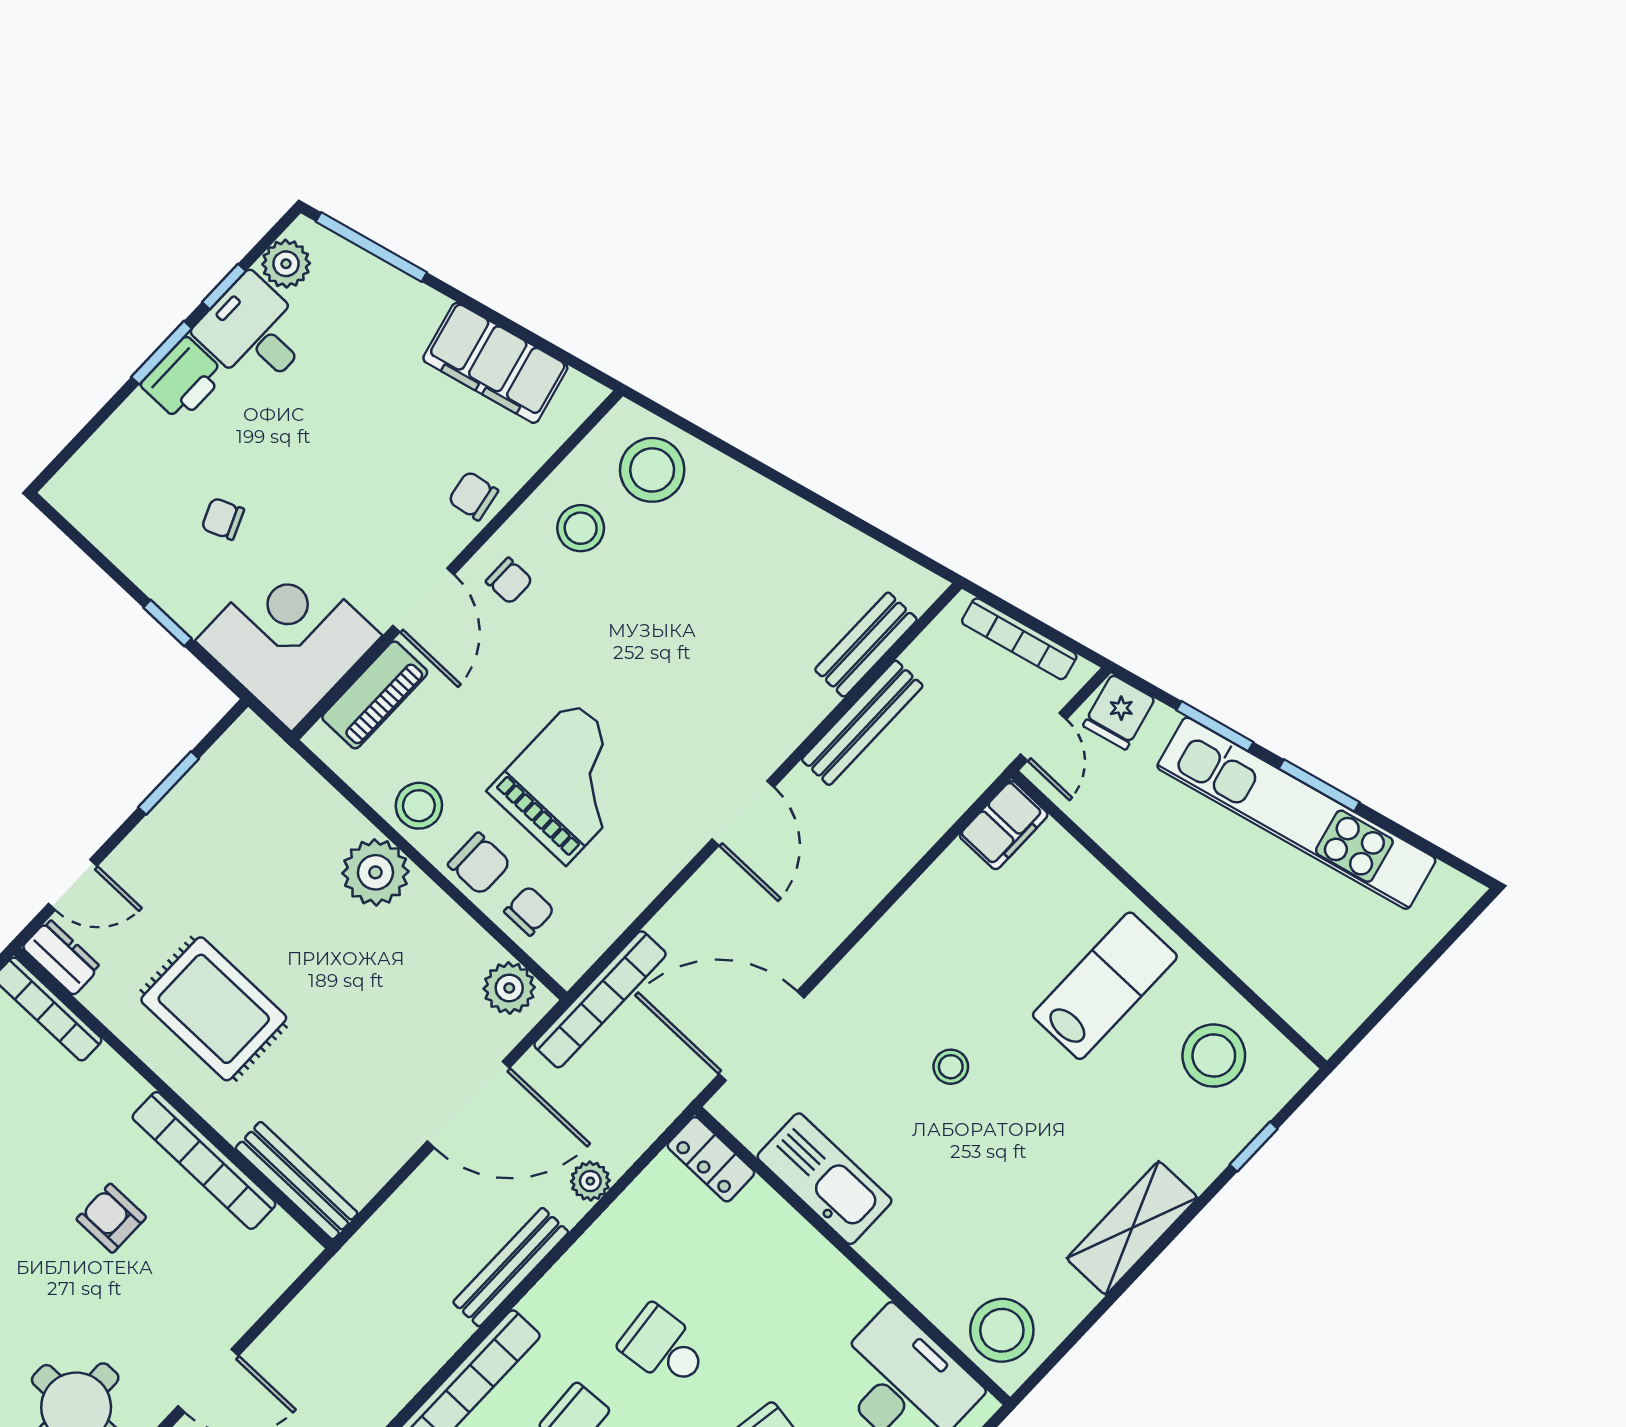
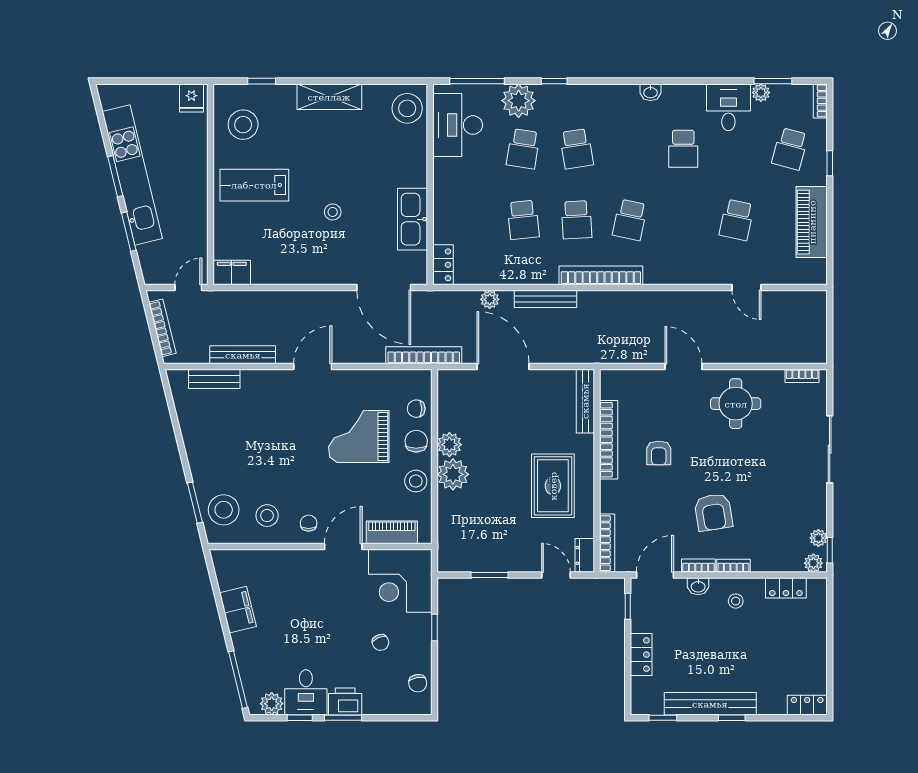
filing cabinet: (495, 363) -> (238, 610), width x0.67, depth x0.86
window: (705, 436) -> (195, 503), added
chair: (473, 496) -> (418, 683), moved
fridge: (1119, 712) -> (191, 98), moved, turned 104
plant: (509, 988) -> (449, 445), moved

